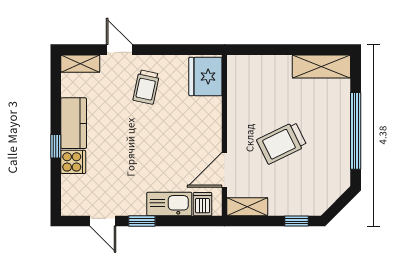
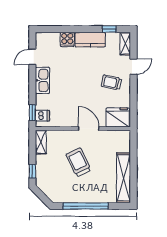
shelving: (321, 66) -> (124, 178), width x1.47
window: (56, 146) -> (109, 29), moved
door: (224, 170) -> (89, 129), moved
kitchen sink: (169, 204) -> (42, 80), moved
window: (142, 221) -> (32, 113), moved

